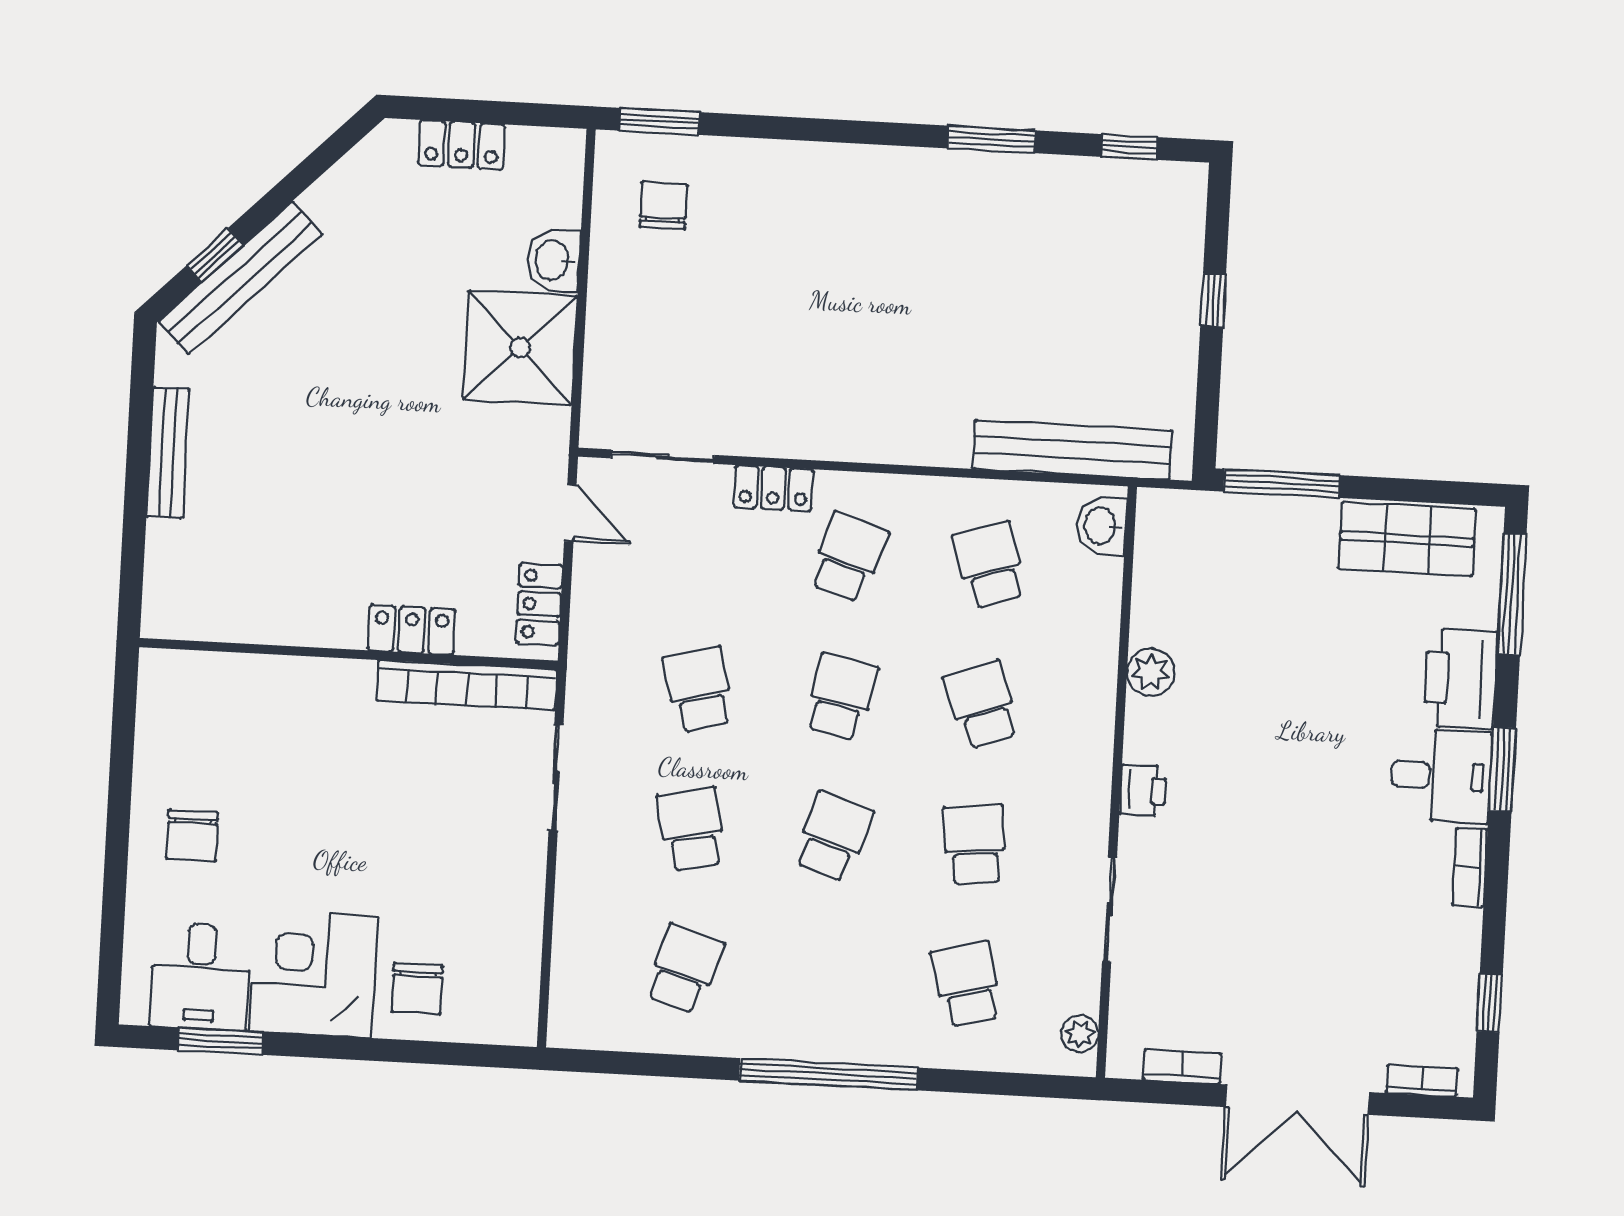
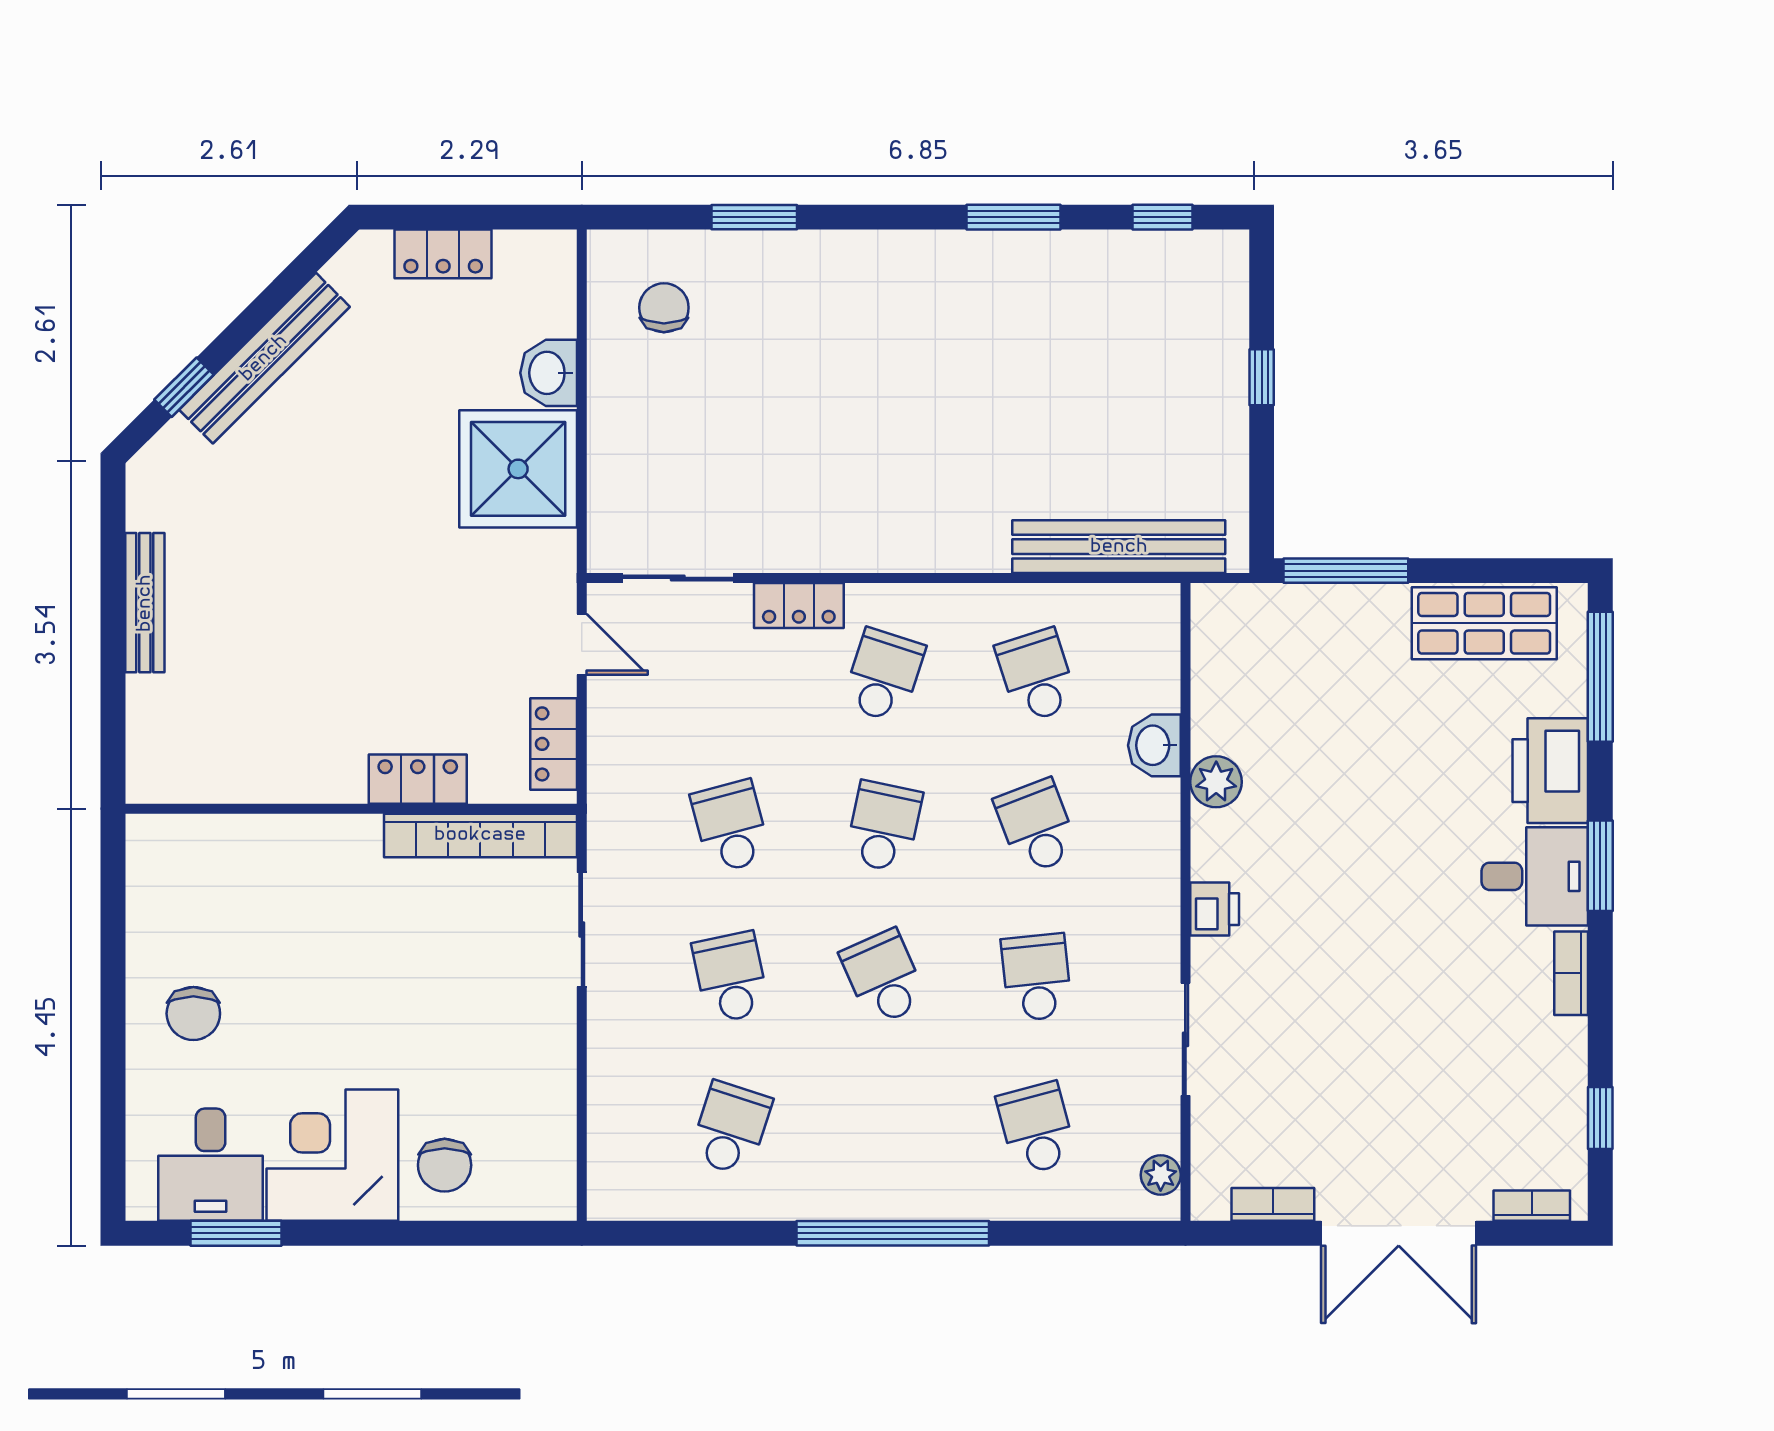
window: (660, 121) -> (754, 217), moved
bench: (240, 278) -> (264, 358), moved
washbasin: (1101, 526) -> (1154, 745), moved
school desk: (833, 837) -> (884, 977), turned -42

